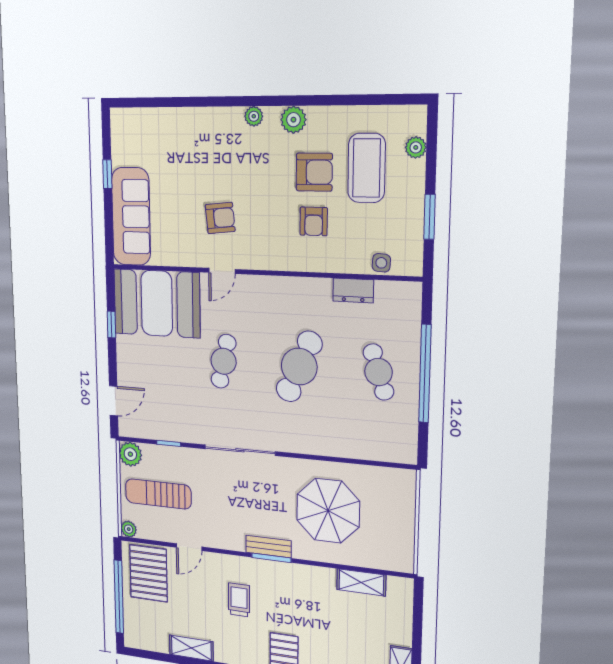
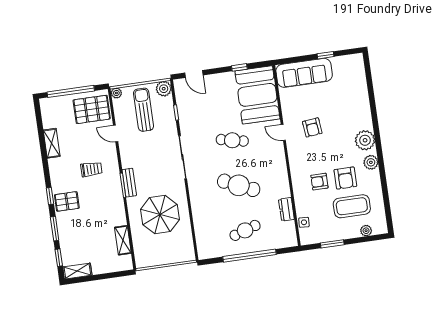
plant: (254, 116) -> (365, 140), width x1.88, depth x1.88

